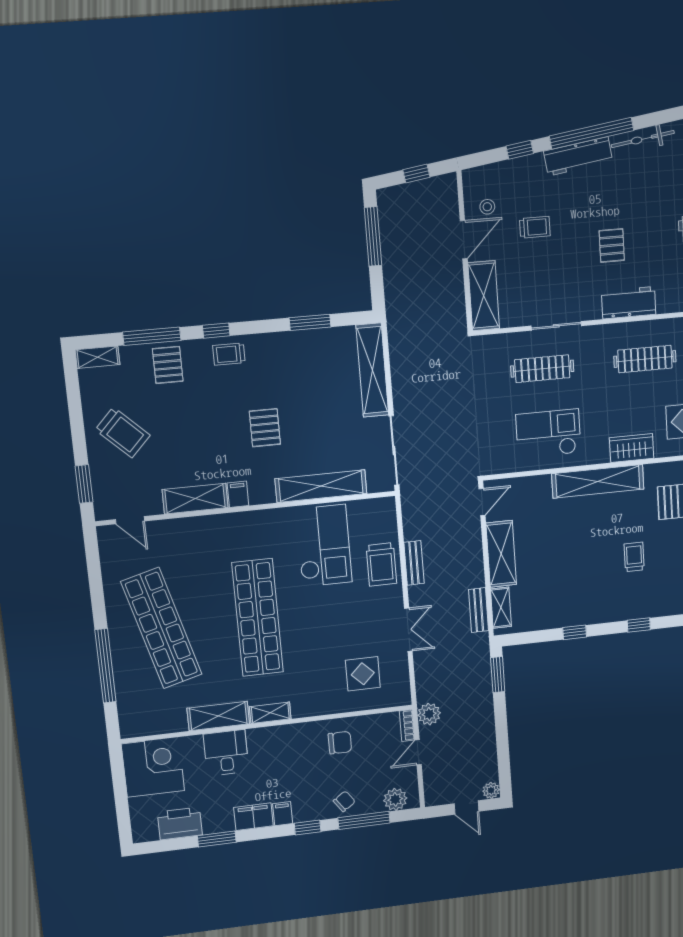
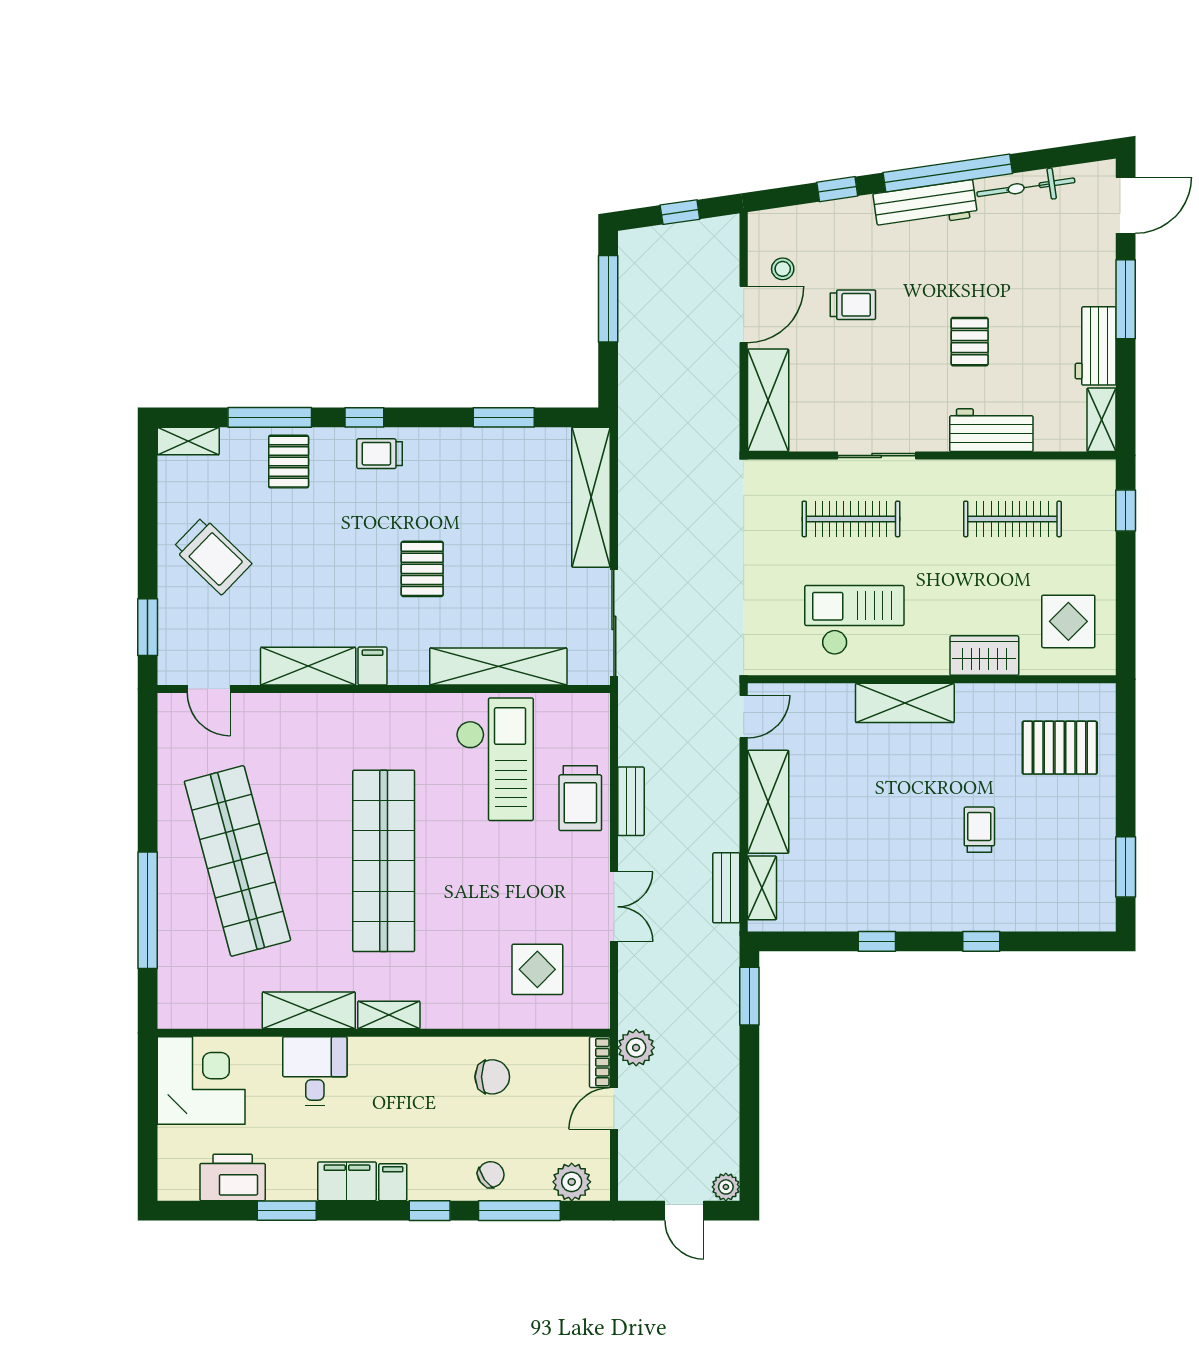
shelving: (598, 481) -> (905, 703), width x0.68

